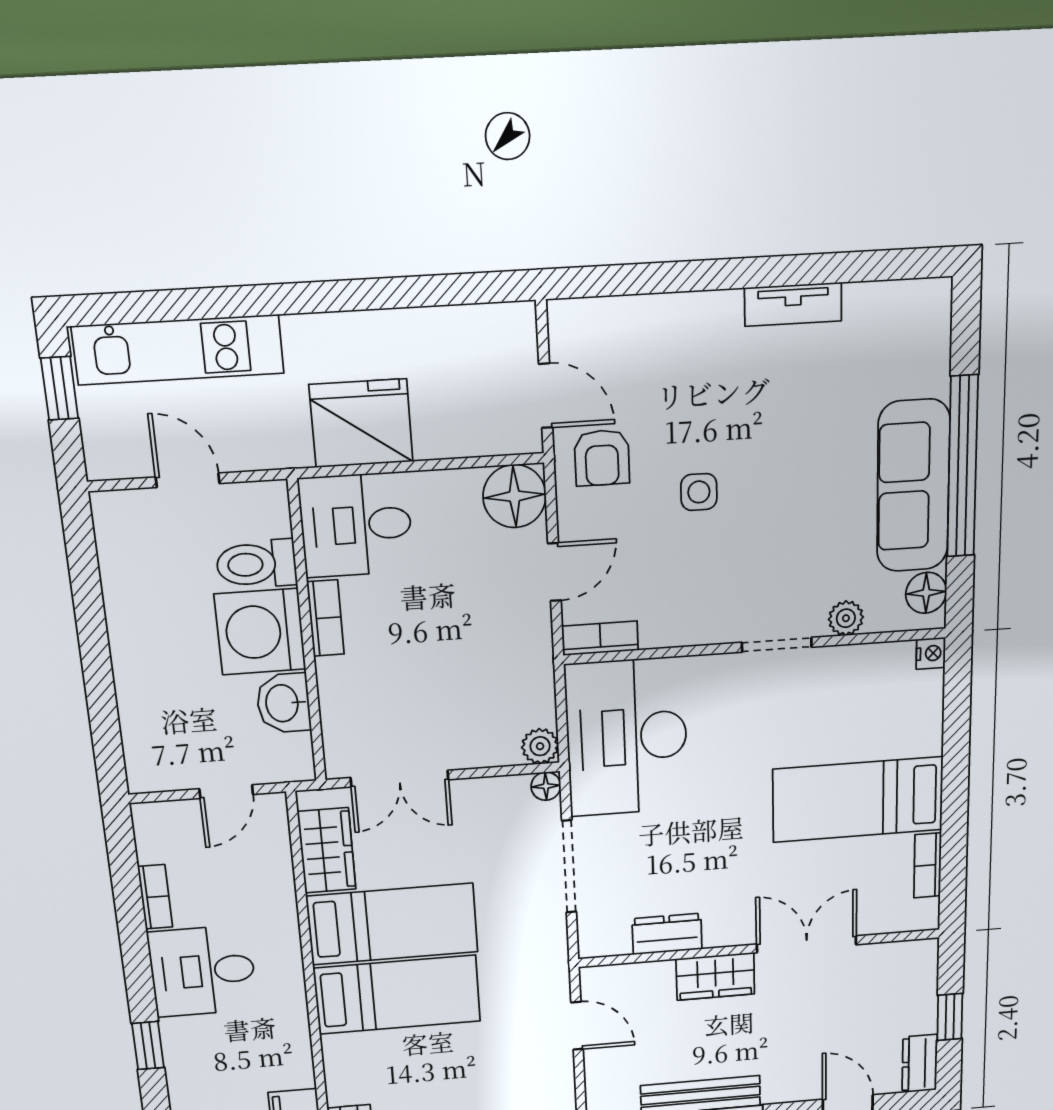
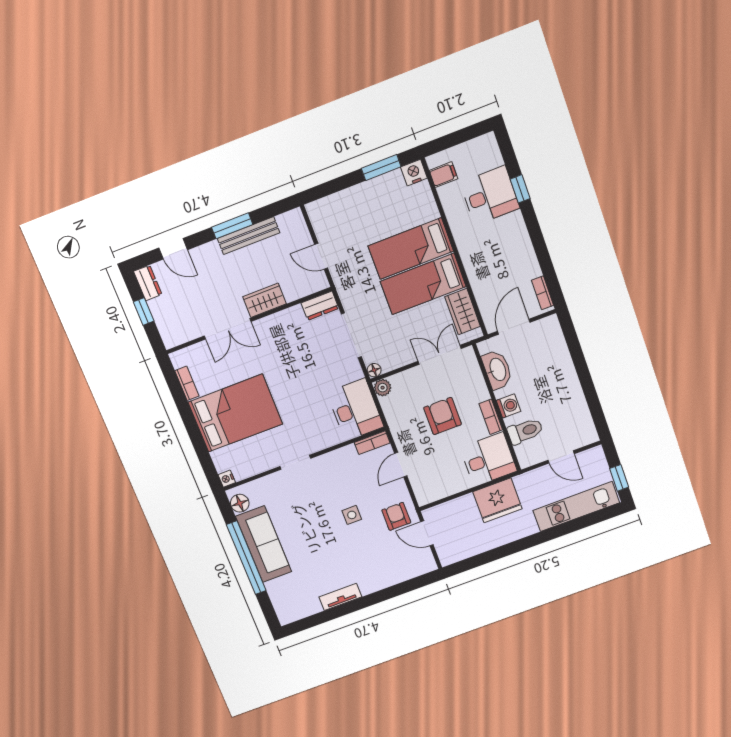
floor lamp: (515, 496) -> (427, 490), removed
plant: (846, 618) -> (270, 482), removed
washing machine: (260, 632) -> (509, 406), width x0.53, depth x0.53
armchair: (431, 651) -> (443, 416), added
washbasin: (283, 703) -> (497, 370), width x1.38
desk: (627, 737) -> (355, 410), width x0.73, depth x0.77
door: (226, 792) -> (514, 327), width x1.38
bed: (858, 800) -> (235, 413), width x1.50
bookcase: (155, 897) -> (542, 293), moved
dresser: (667, 934) -> (320, 306), moved
desk: (203, 971) -> (490, 195), moved

